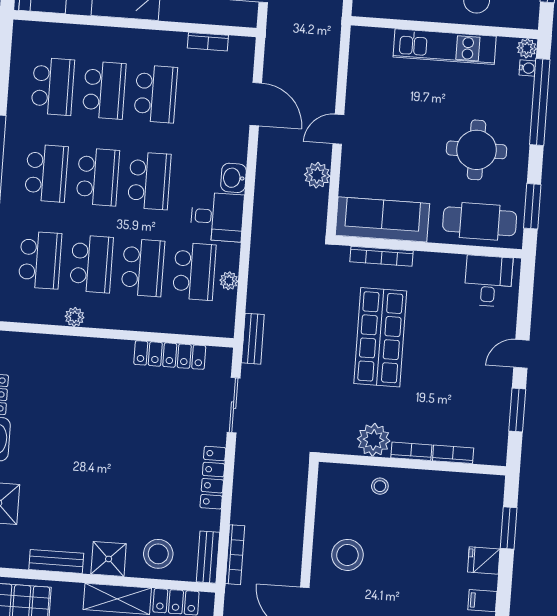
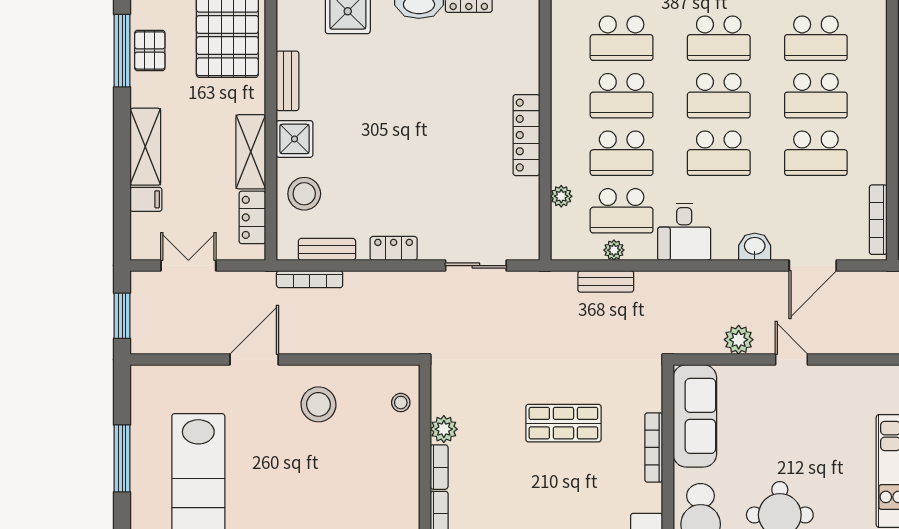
bookcase: (208, 42) -> (878, 220), width x1.56
washbasin: (233, 178) -> (755, 247), moved
bookcase: (382, 256) -> (654, 447), moved
plant: (75, 317) -> (561, 196), moved
shop shelf: (380, 337) -> (563, 423), width x0.70, depth x0.74
bench: (253, 339) -> (606, 281), moved
locker: (170, 355) -> (526, 135), moved
plant: (374, 440) -> (444, 429), width x0.73, depth x0.73
locker: (213, 478) -> (394, 248), width x0.66
stool: (380, 486) -> (401, 403), moved
bench: (208, 557) -> (327, 249), moved

